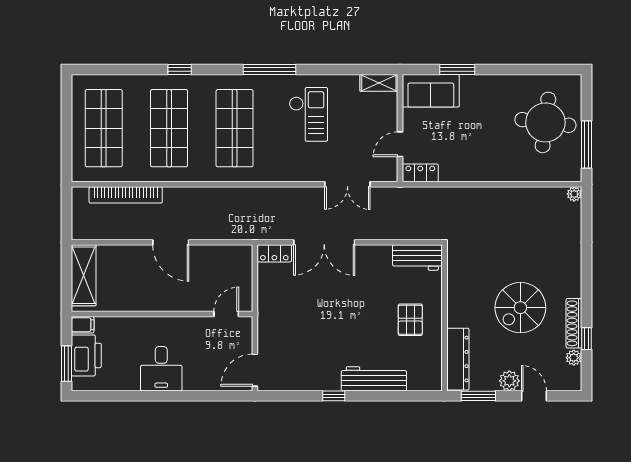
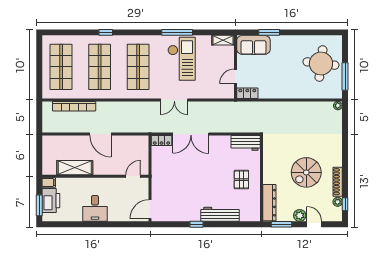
window: (269, 70) -> (177, 32), moved
checkout: (308, 114) -> (182, 59), width x1.36, depth x1.21
double door: (347, 184) -> (174, 100), moved
shelving: (84, 275) -> (75, 168), moved, turned 90
window: (586, 339) -> (345, 204), moved

